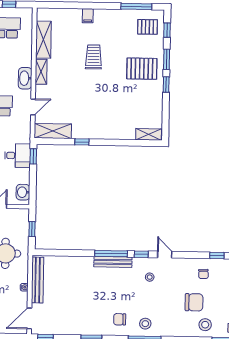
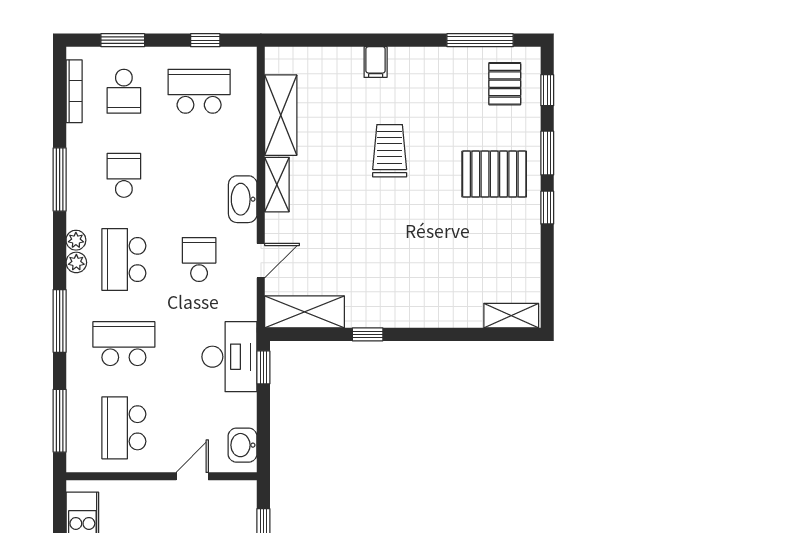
pallet: (147, 27) -> (505, 84), turned 90
desk: (18, 156) -> (229, 357), width x1.37

